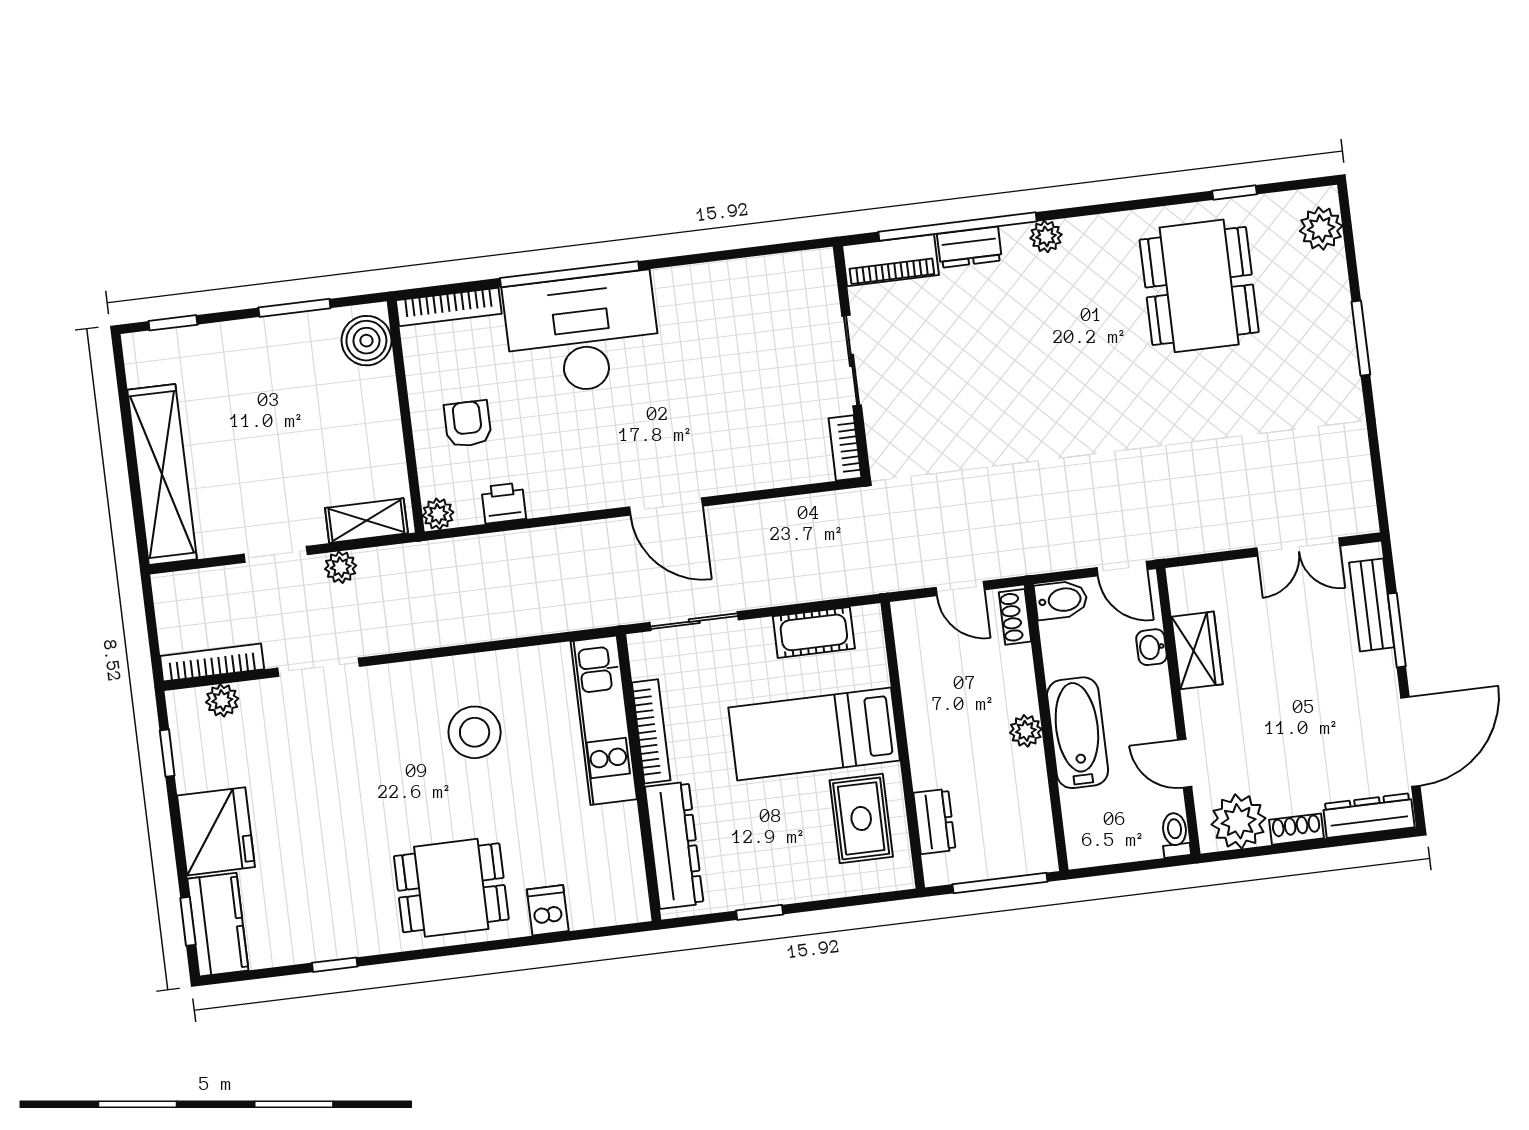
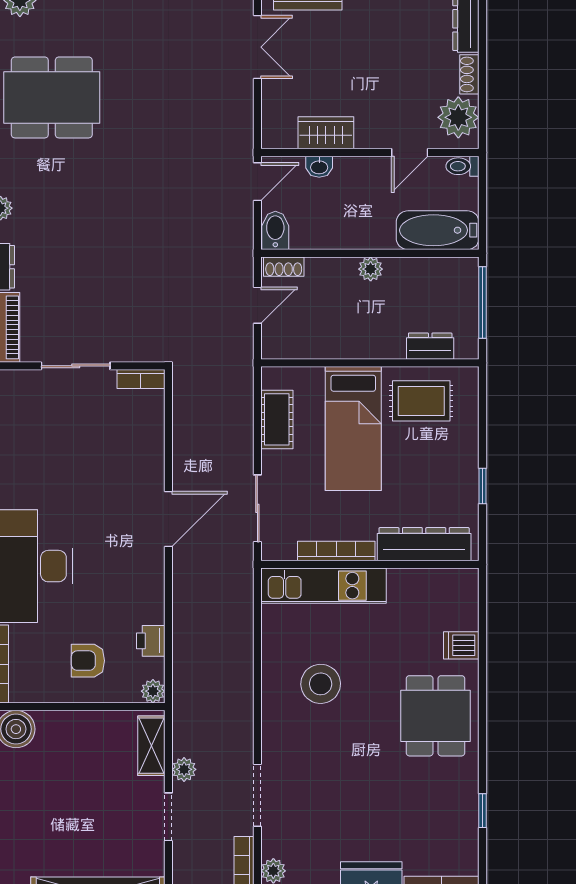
bathtub: (1078, 733) -> (438, 230), moved

